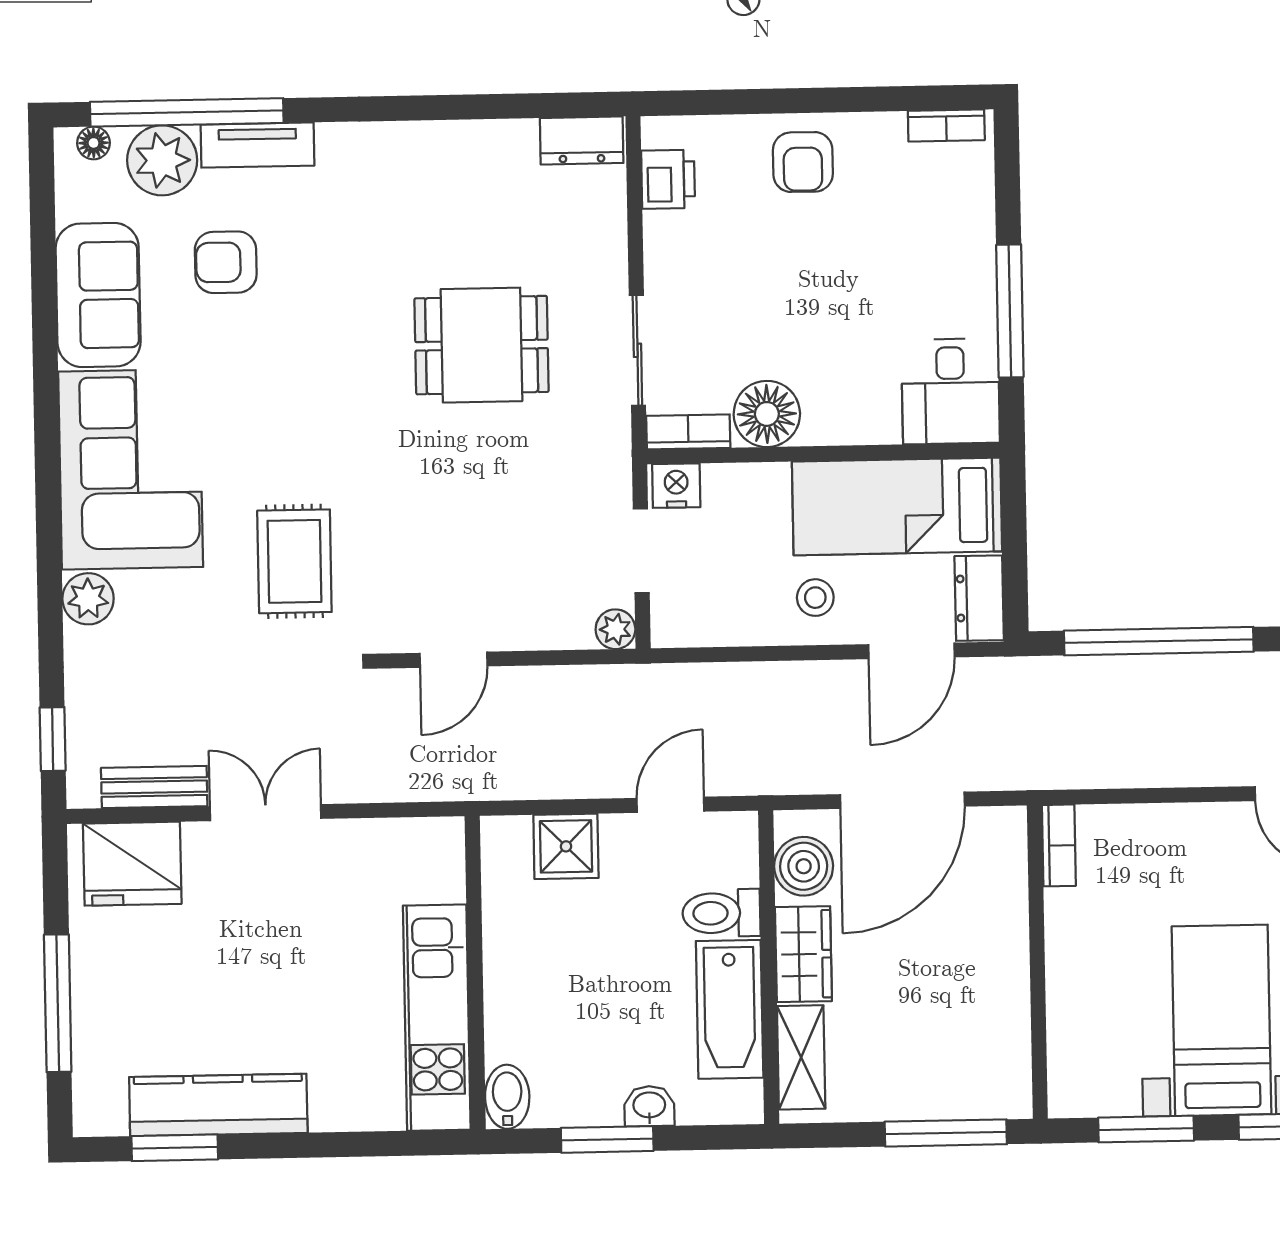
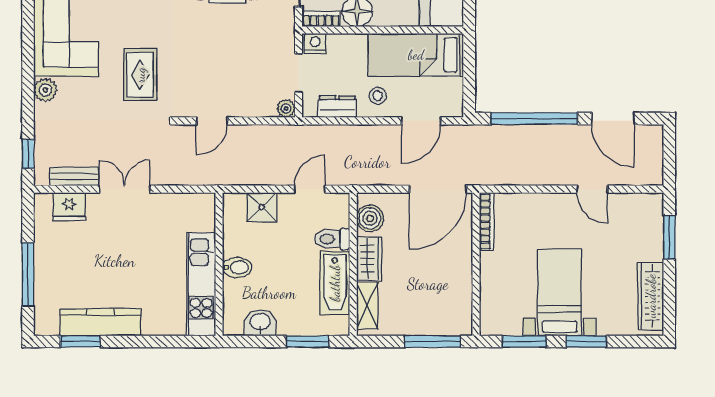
dresser: (979, 598) -> (337, 107), moved, turned 90
door: (902, 800) -> (438, 189), moved
bookcase: (1059, 845) -> (487, 222), width x1.56
fridge: (132, 864) -> (69, 207), width x0.73, depth x0.75
bidet: (507, 1097) -> (237, 267), moved, turned 90
washbasin: (649, 1106) -> (260, 322), moved, width x1.38, depth x1.45
window: (607, 1139) -> (308, 341), moved

